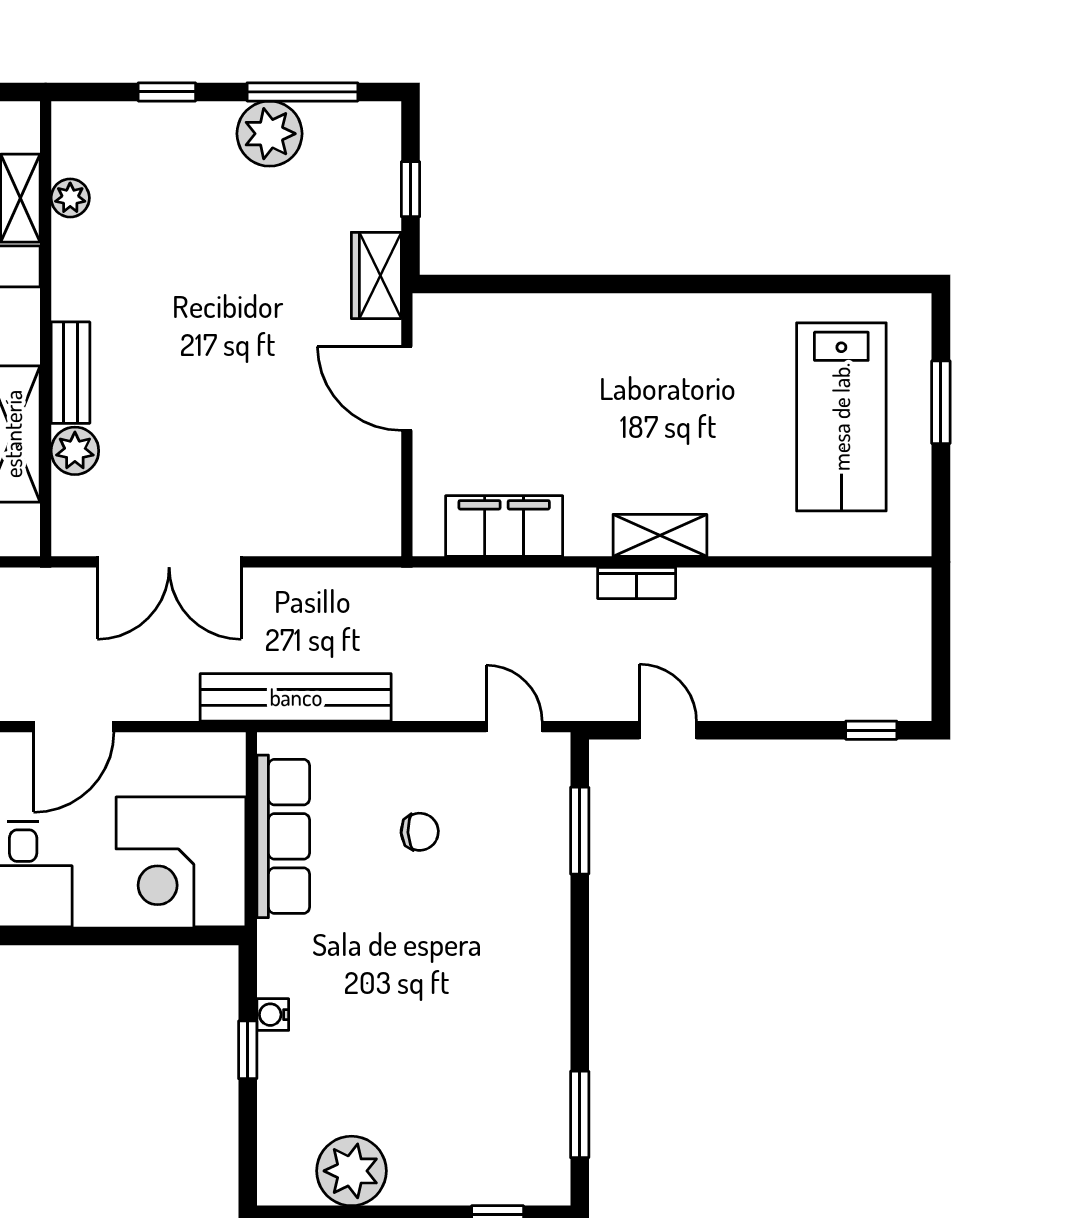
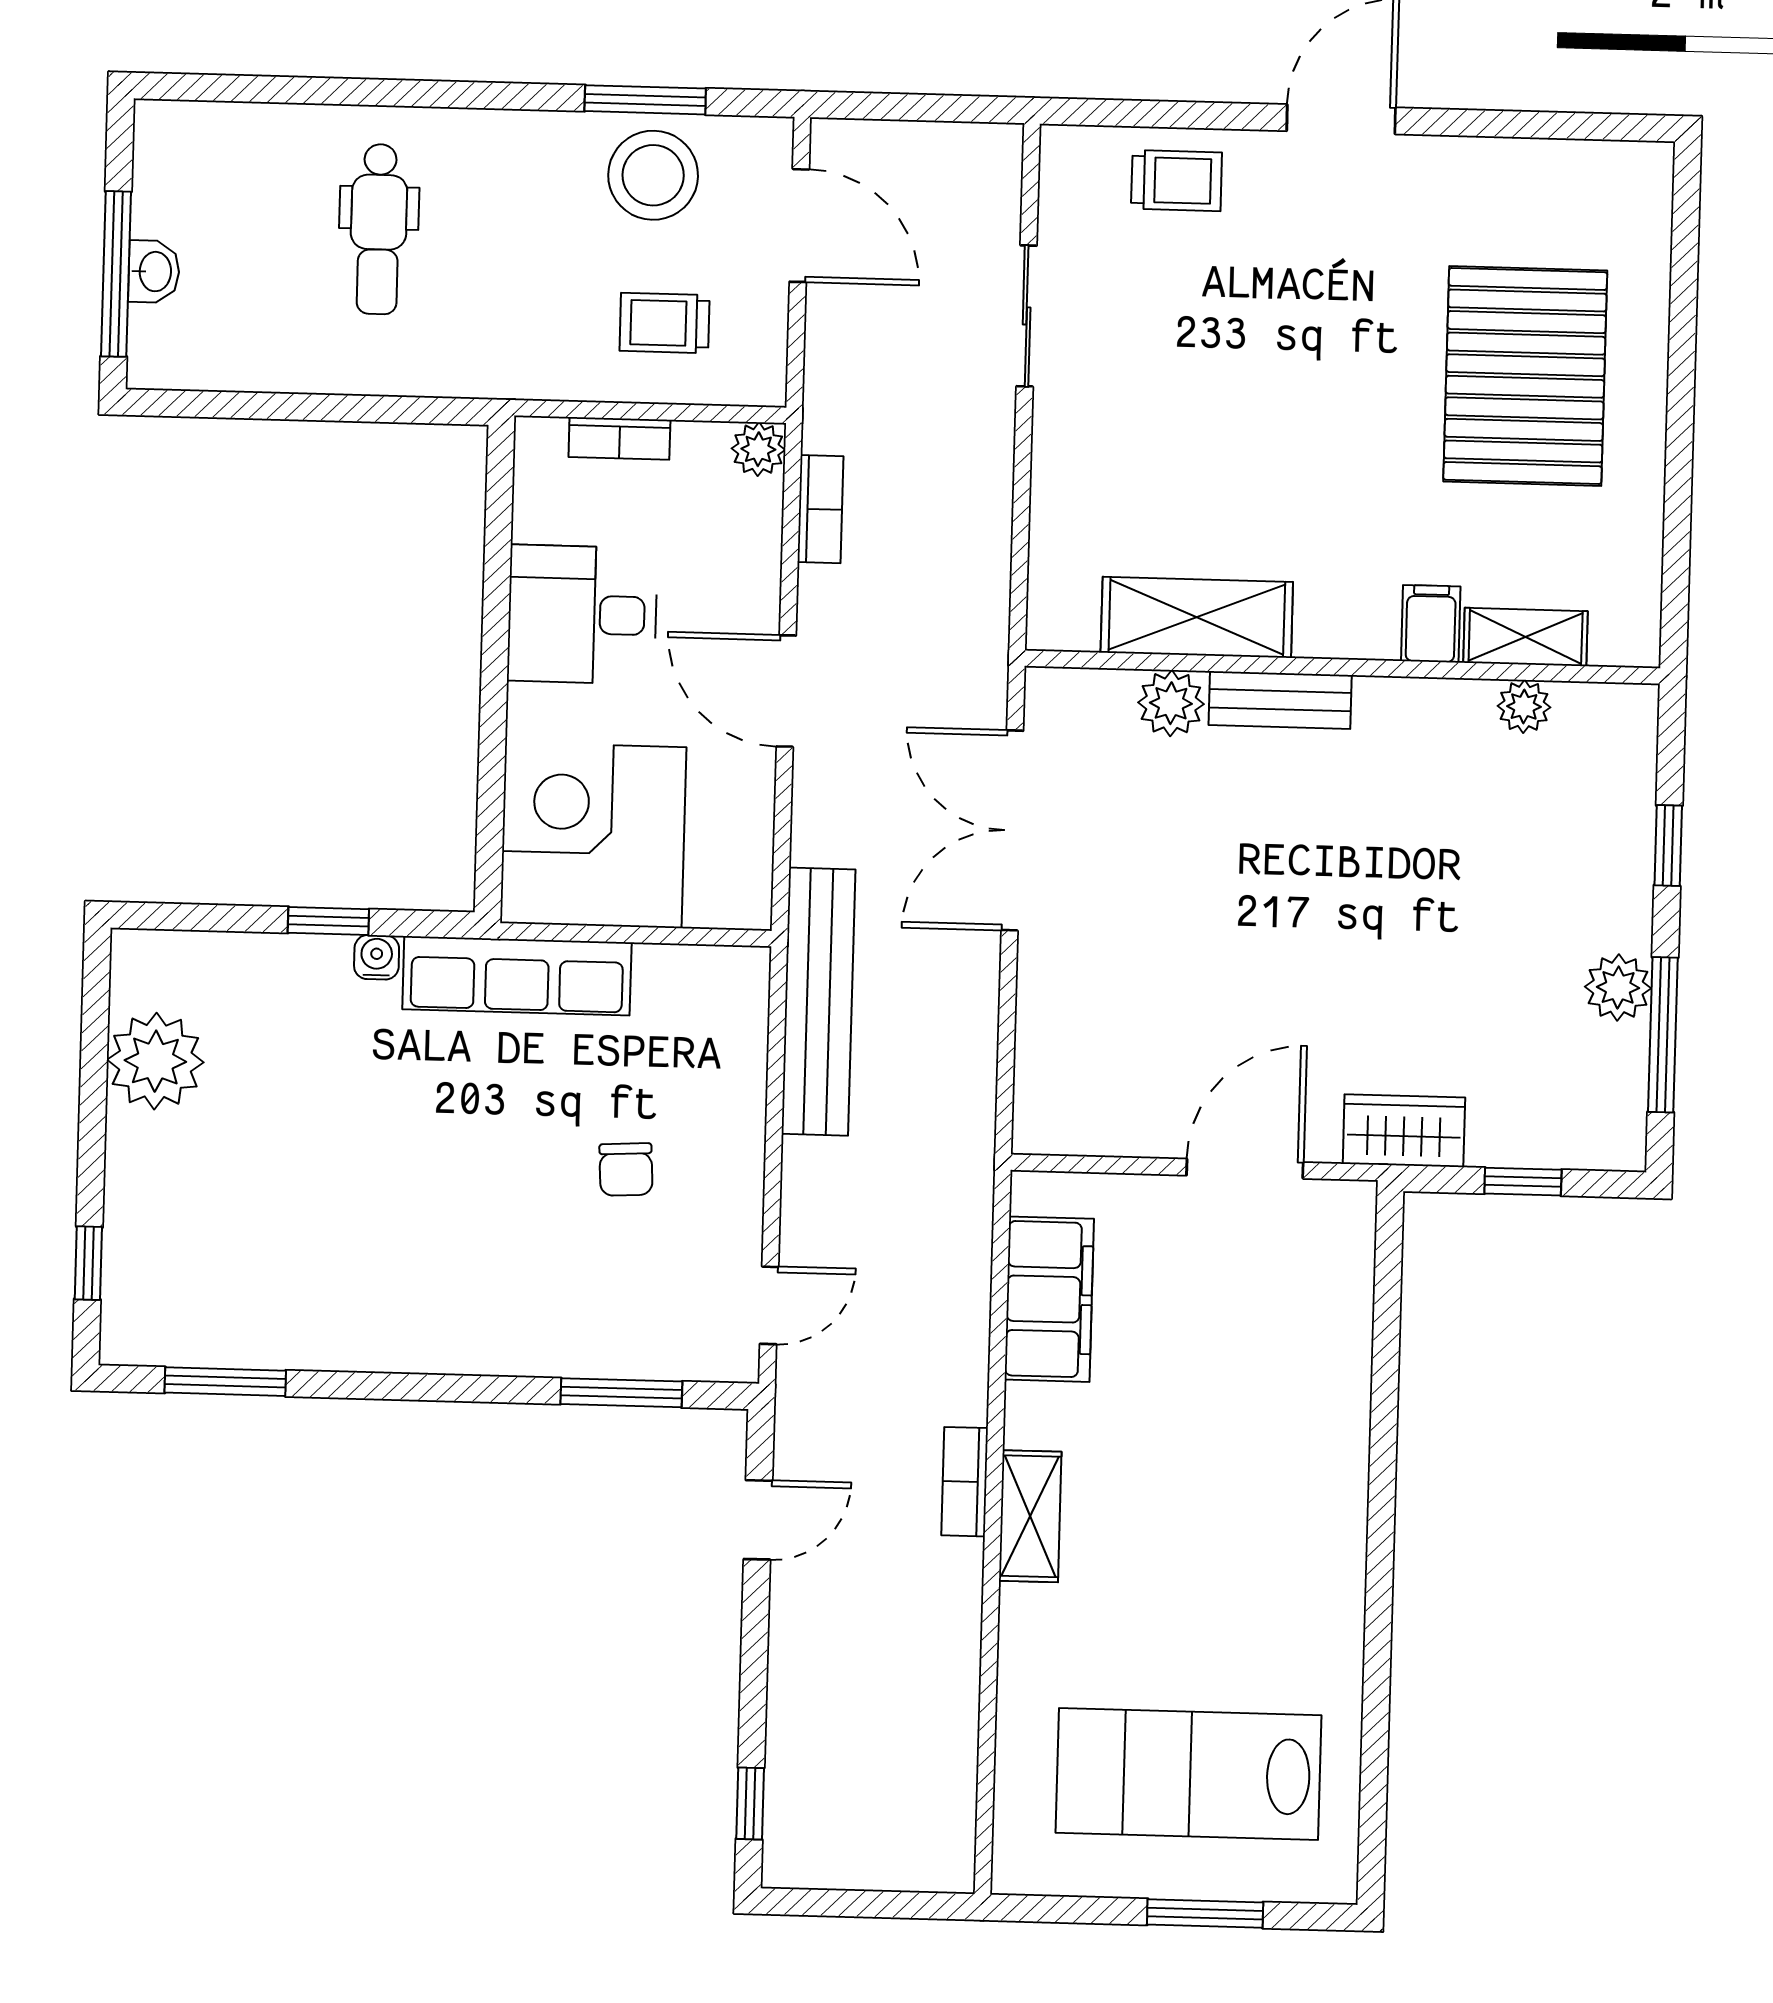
plant: (269, 134) -> (1618, 987), width x0.73, depth x0.73
row of seats: (283, 836) -> (517, 976), moved

